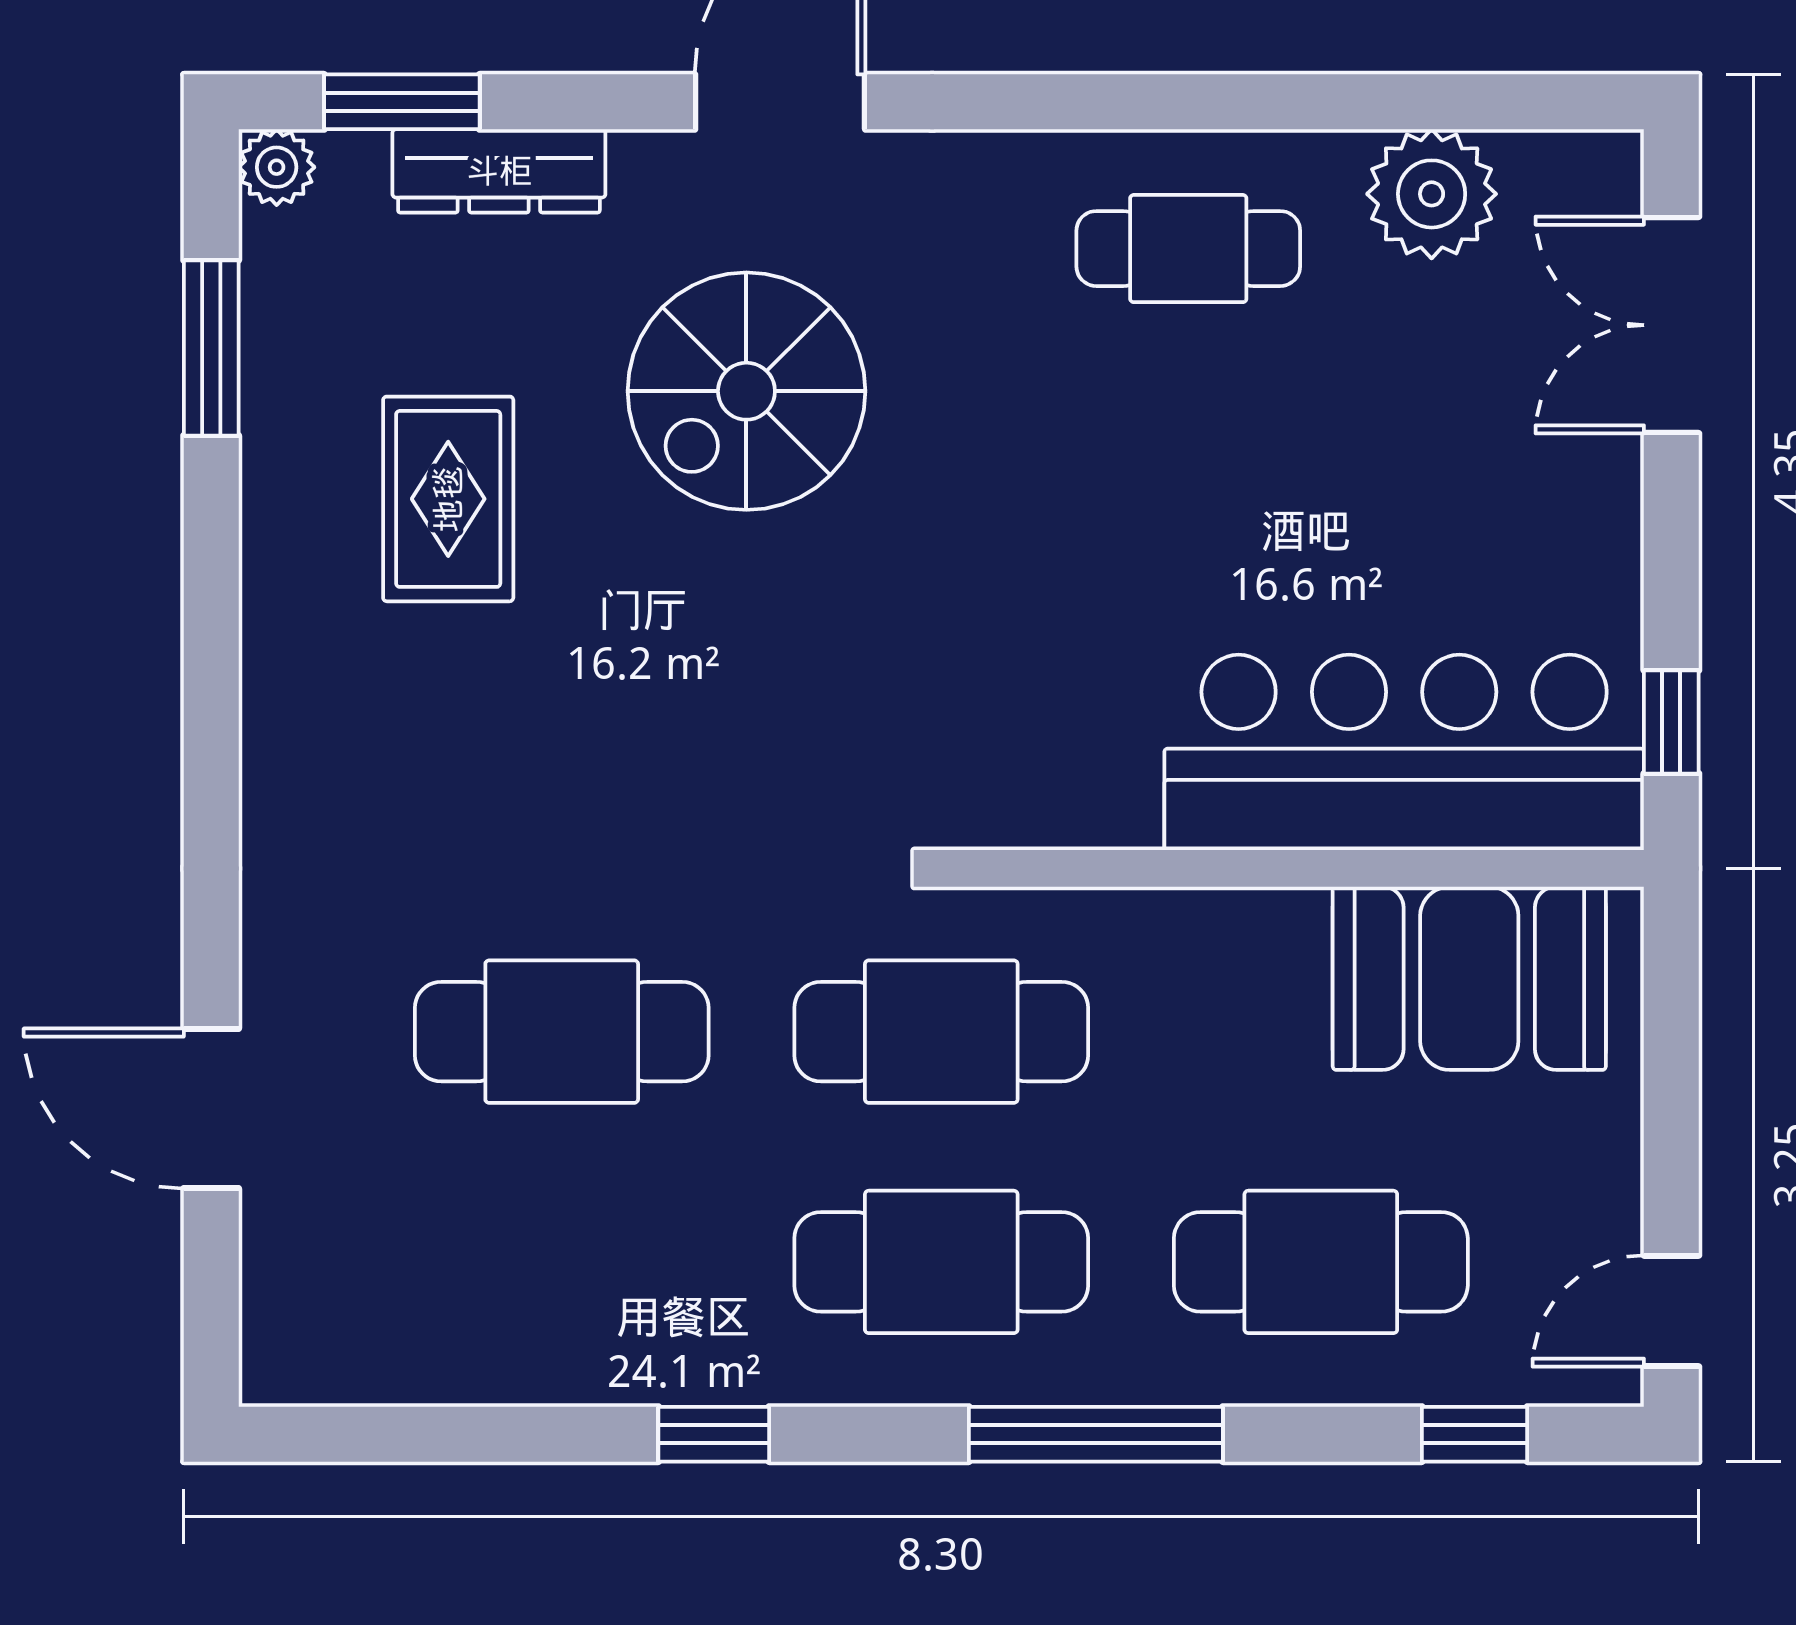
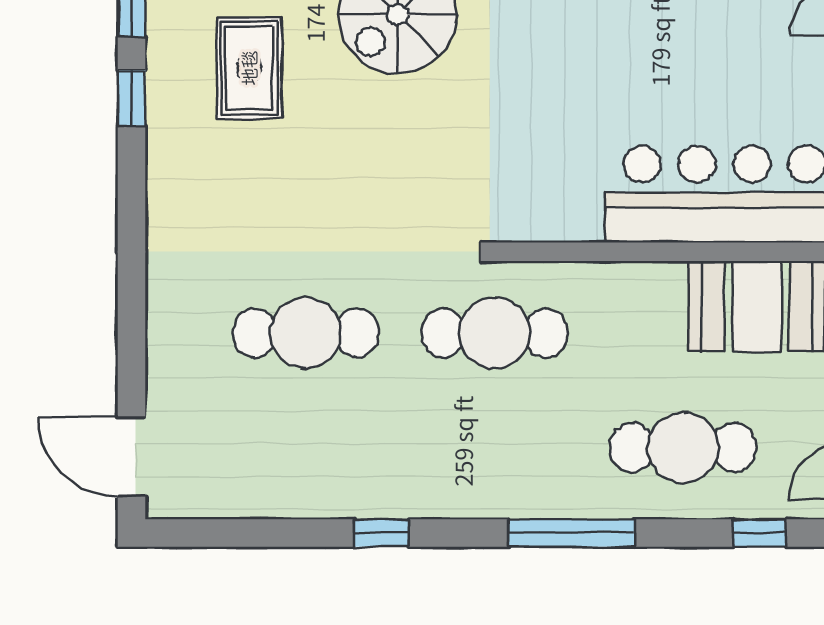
window: (211, 559) -> (131, 98), added
door: (211, 1109) -> (131, 457), moved
cafe table: (941, 1262) -> (494, 447), removed

